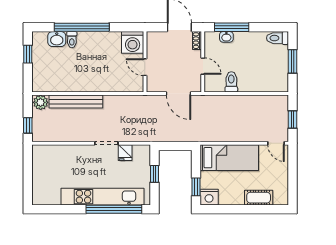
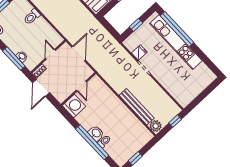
washbasin: (57, 39) -> (96, 133), moved
toilet: (231, 82) -> (32, 17), moved

